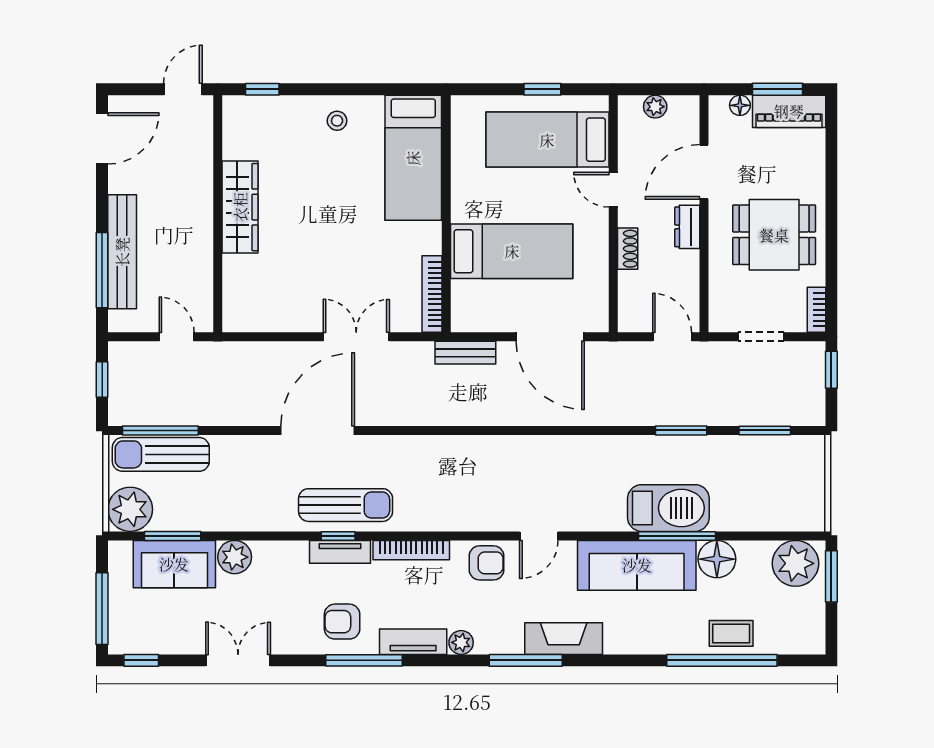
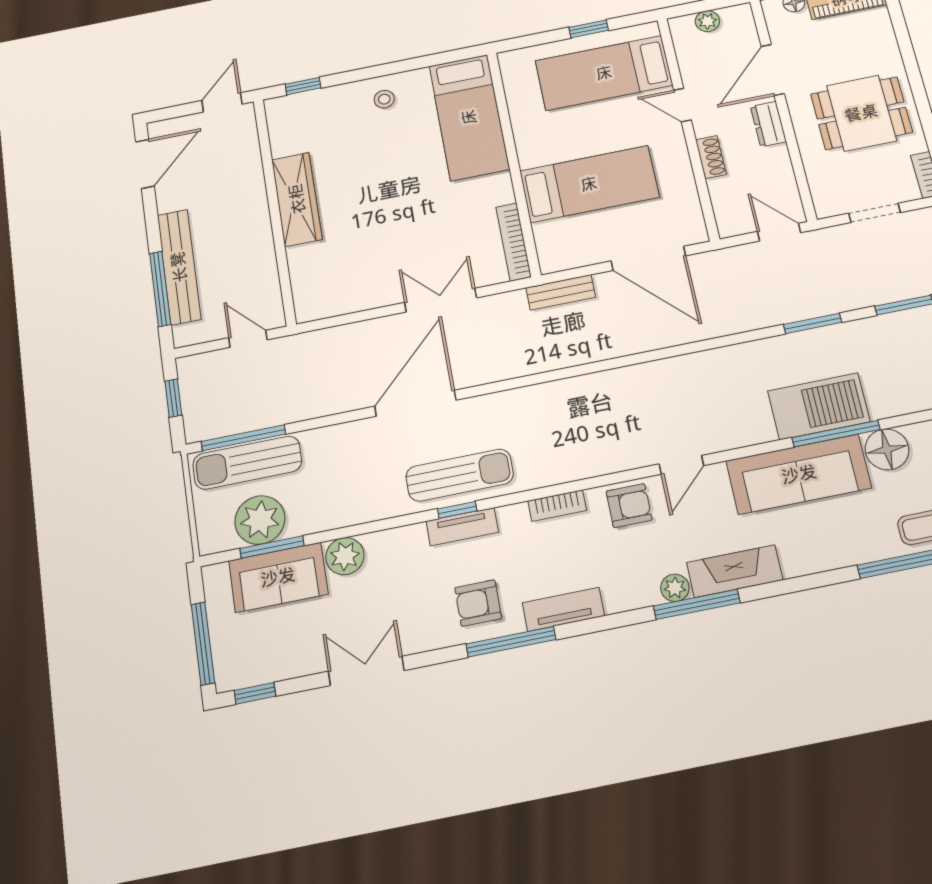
plant: (130, 509) -> (260, 520), moved
bookcase: (411, 550) -> (557, 506), width x0.64
plant: (461, 642) -> (675, 588), moved

